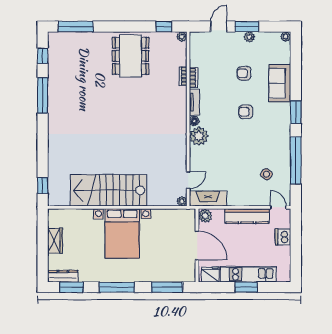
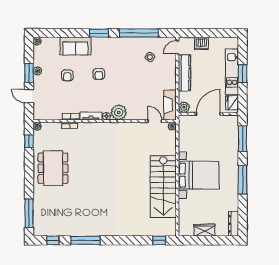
dining table: (131, 56) -> (53, 168), turned 90
window: (71, 287) -> (243, 217), removed

